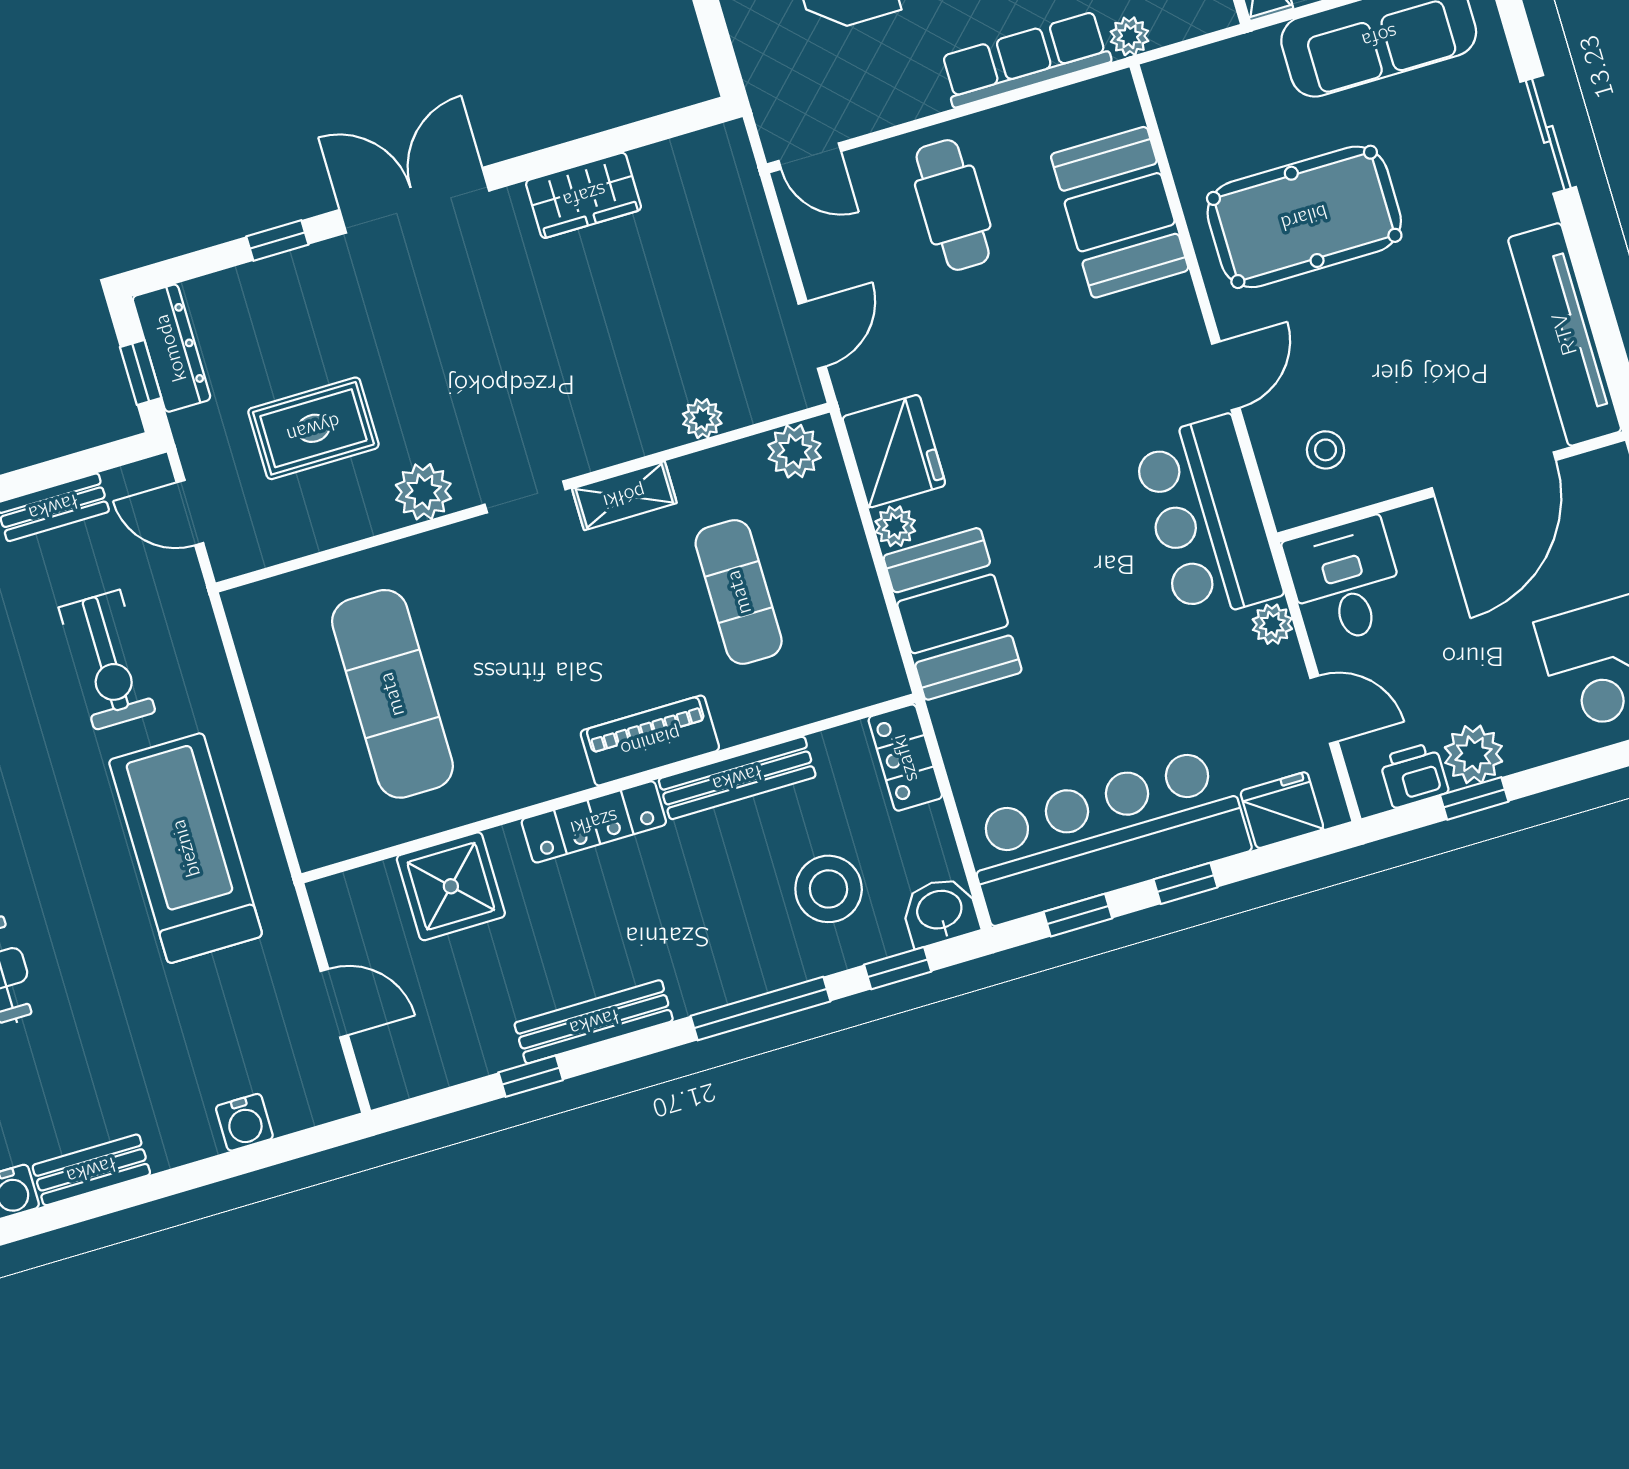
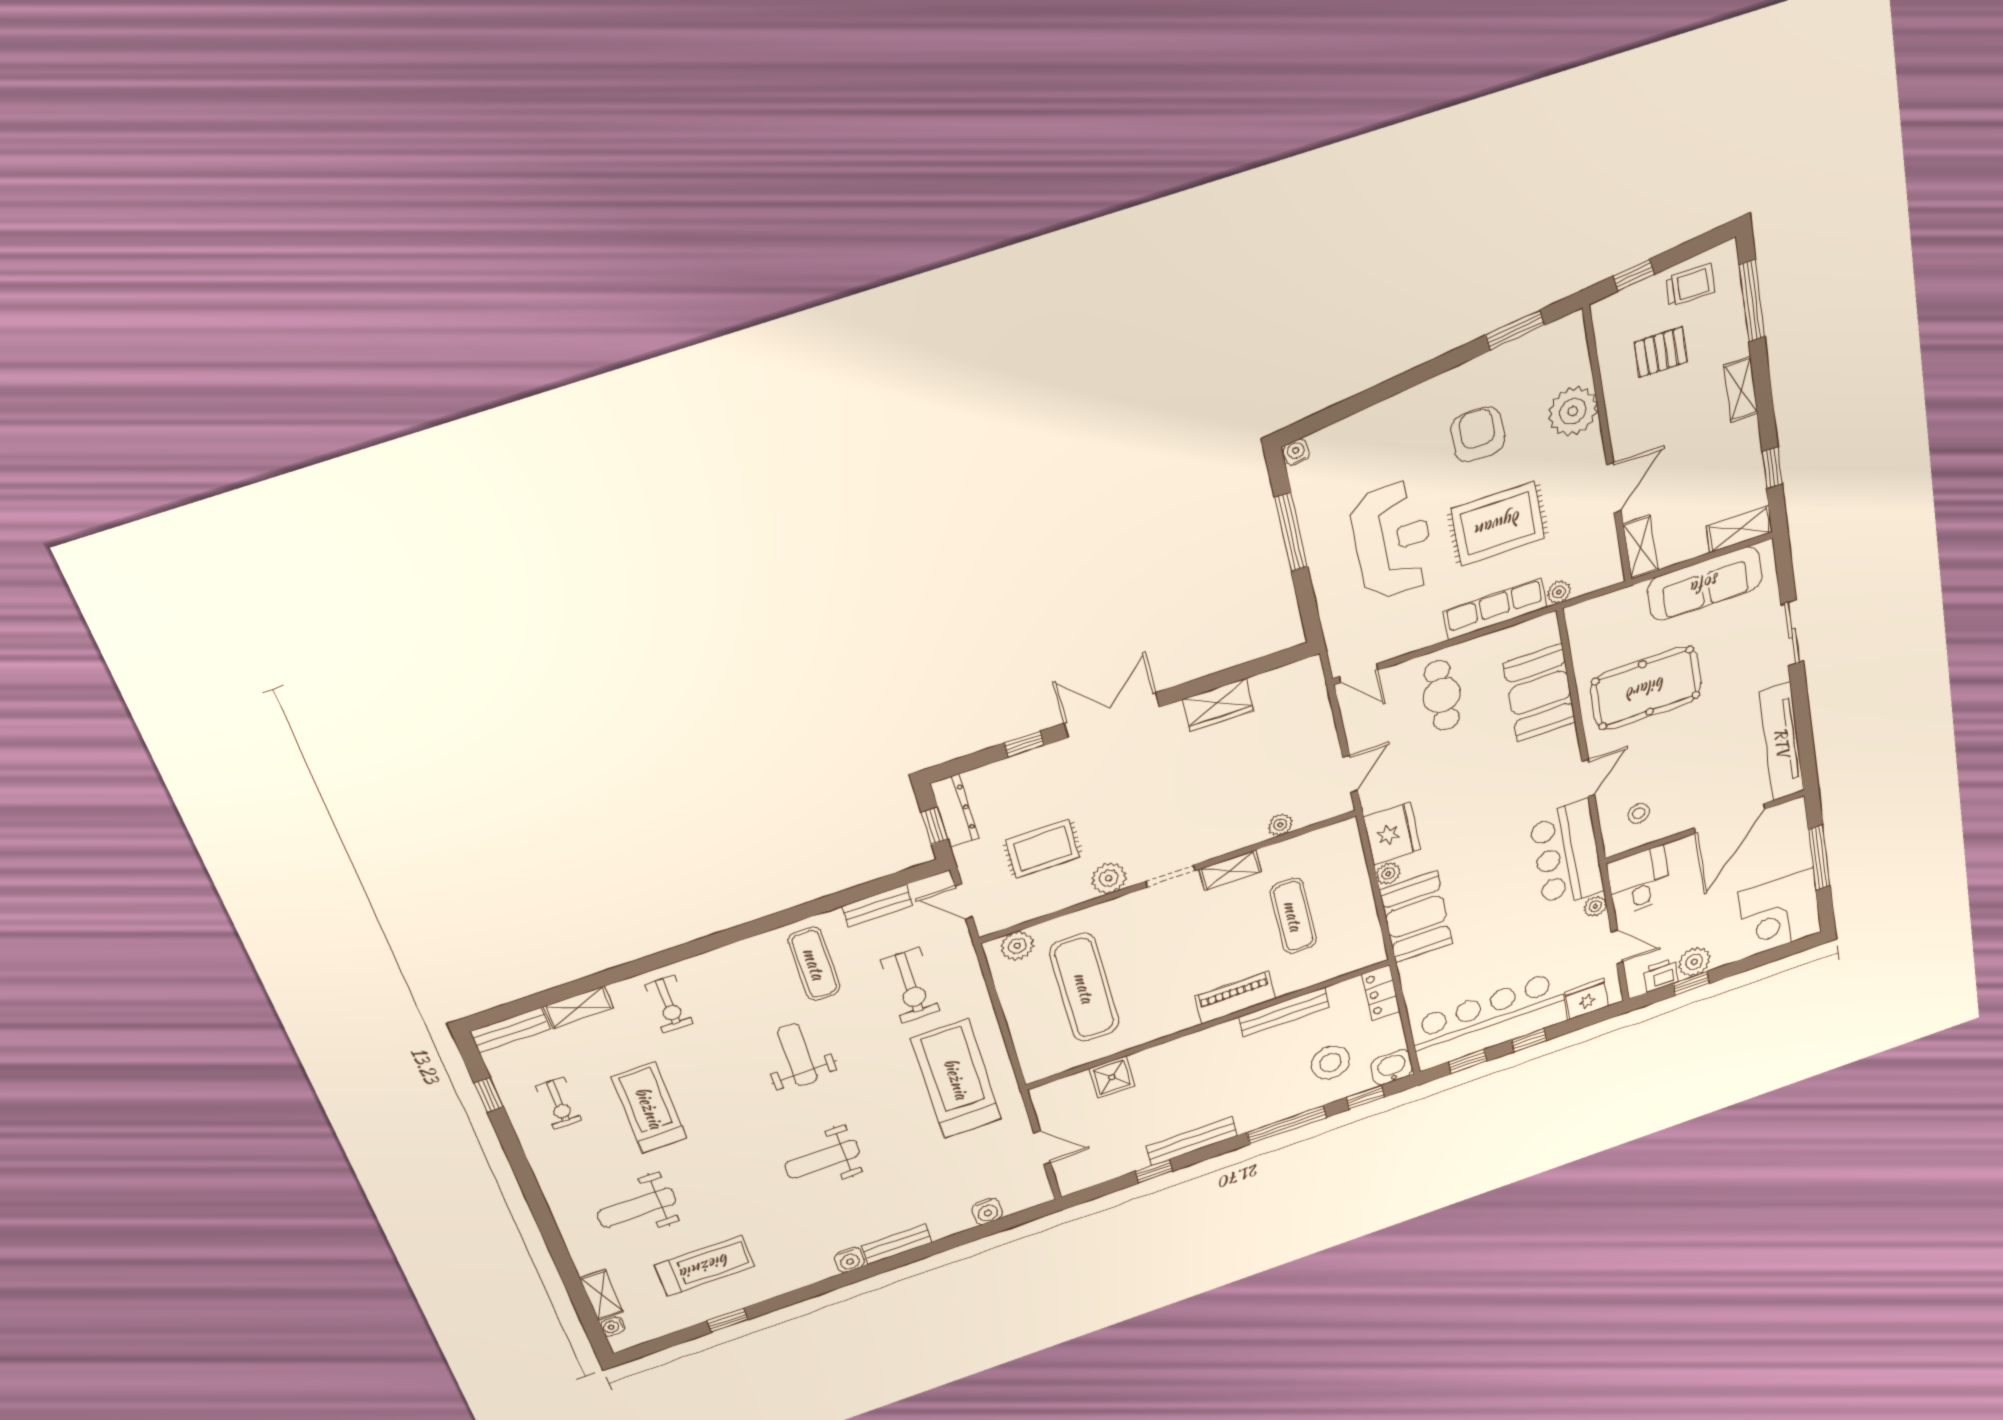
plant: (795, 451) -> (1017, 946), moved
locker: (594, 822) -> (1199, 1042), removed
shower: (451, 886) -> (1112, 1077), width x0.73, depth x0.73

